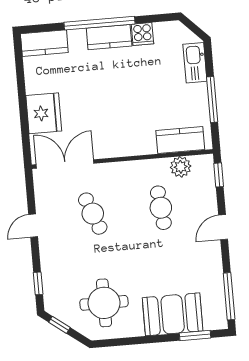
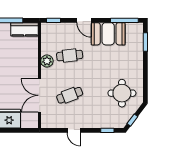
kitchen counter: (180, 140) -> (25, 29), moved, turned -90
double door: (65, 164) -> (40, 95), moved
plant: (181, 167) -> (47, 61), moved
booth: (173, 314) -> (108, 34), moved, turned 90

